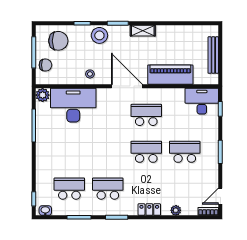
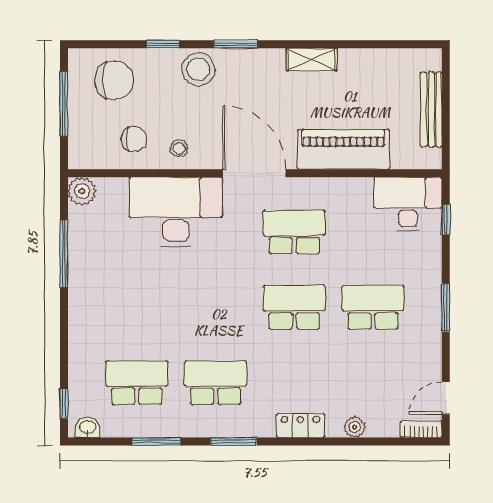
shelving: (143, 31) -> (312, 59), moved
chair: (45, 65) -> (134, 139), moved
desk: (73, 105) -> (176, 212), moved

